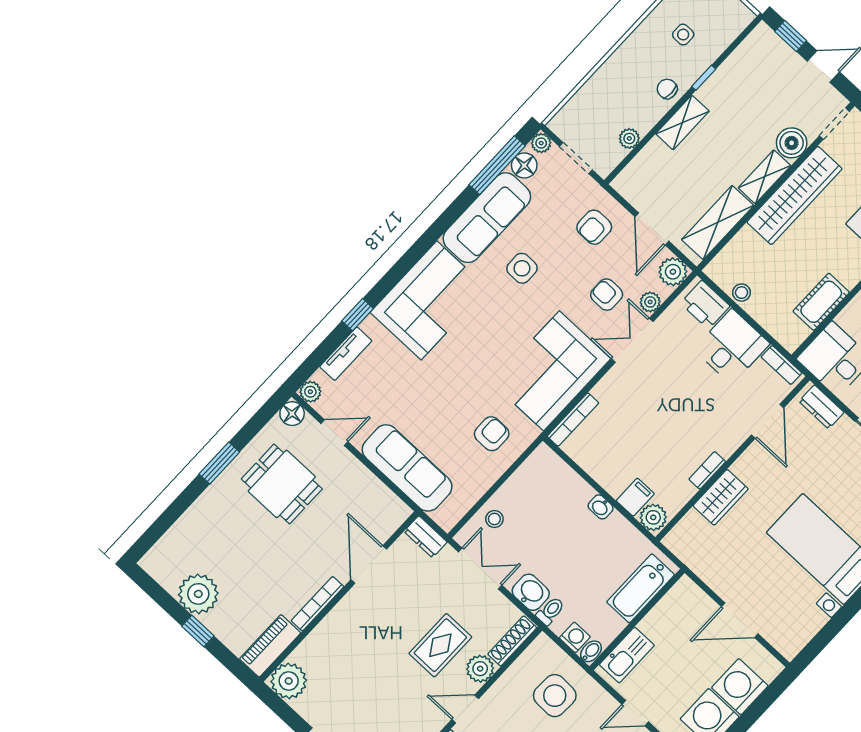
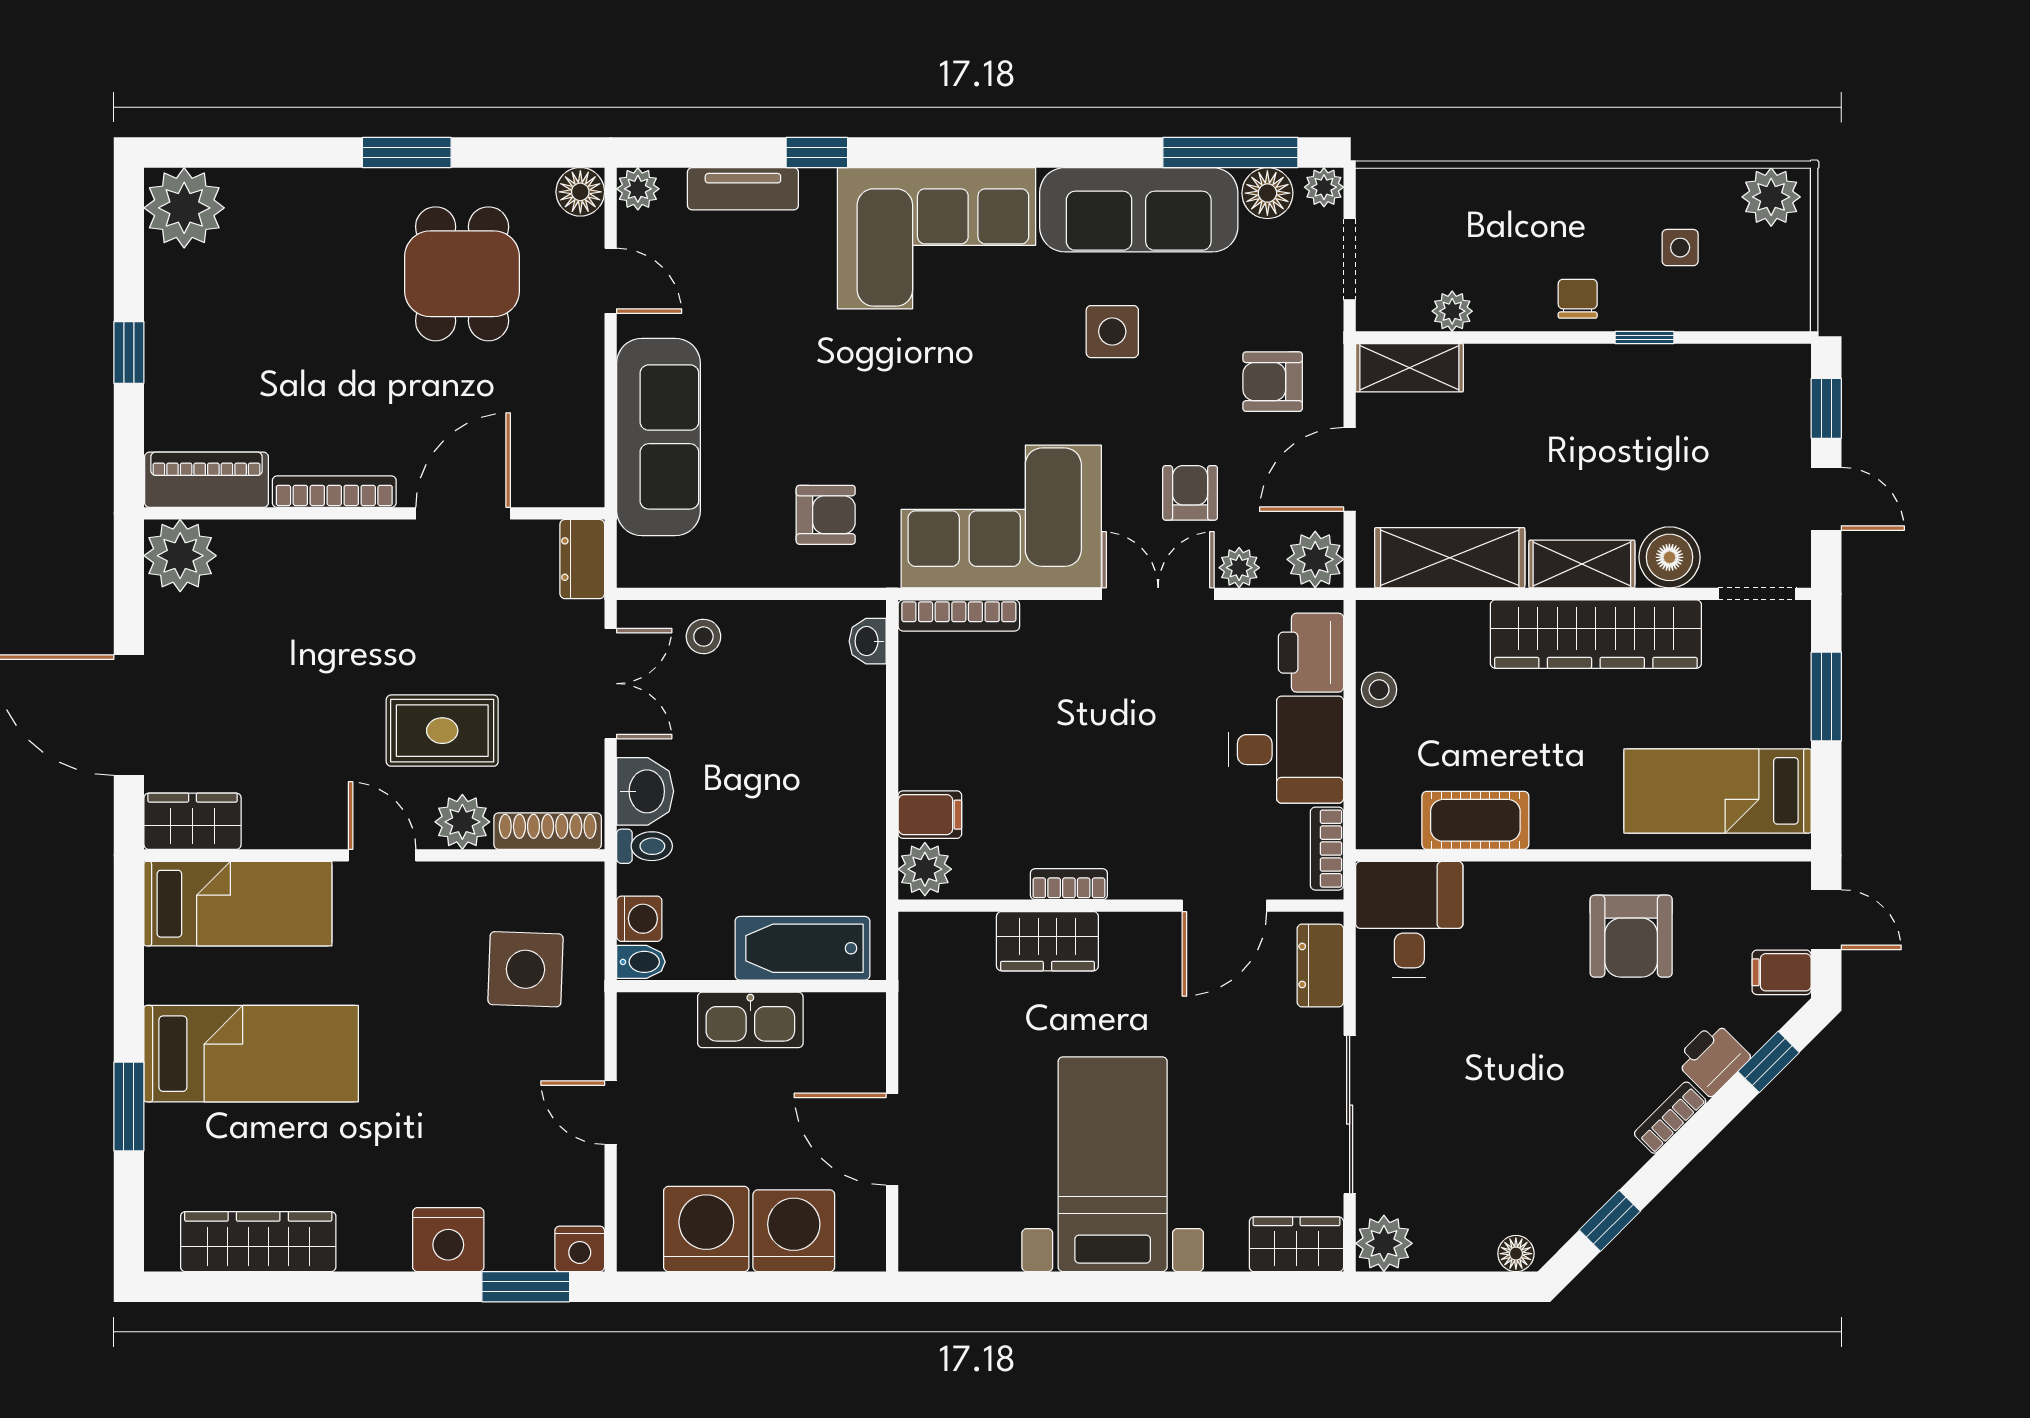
shelving: (682, 122) -> (1409, 368), moved
washbasin: (601, 507) -> (868, 641), moved
plant: (198, 594) -> (184, 208), moved
kitchen sink: (627, 655) -> (750, 1020), moved

